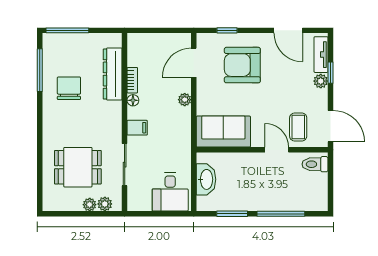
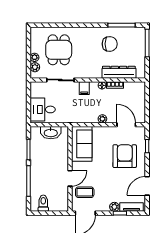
toilet: (315, 164) -> (43, 203), moved

